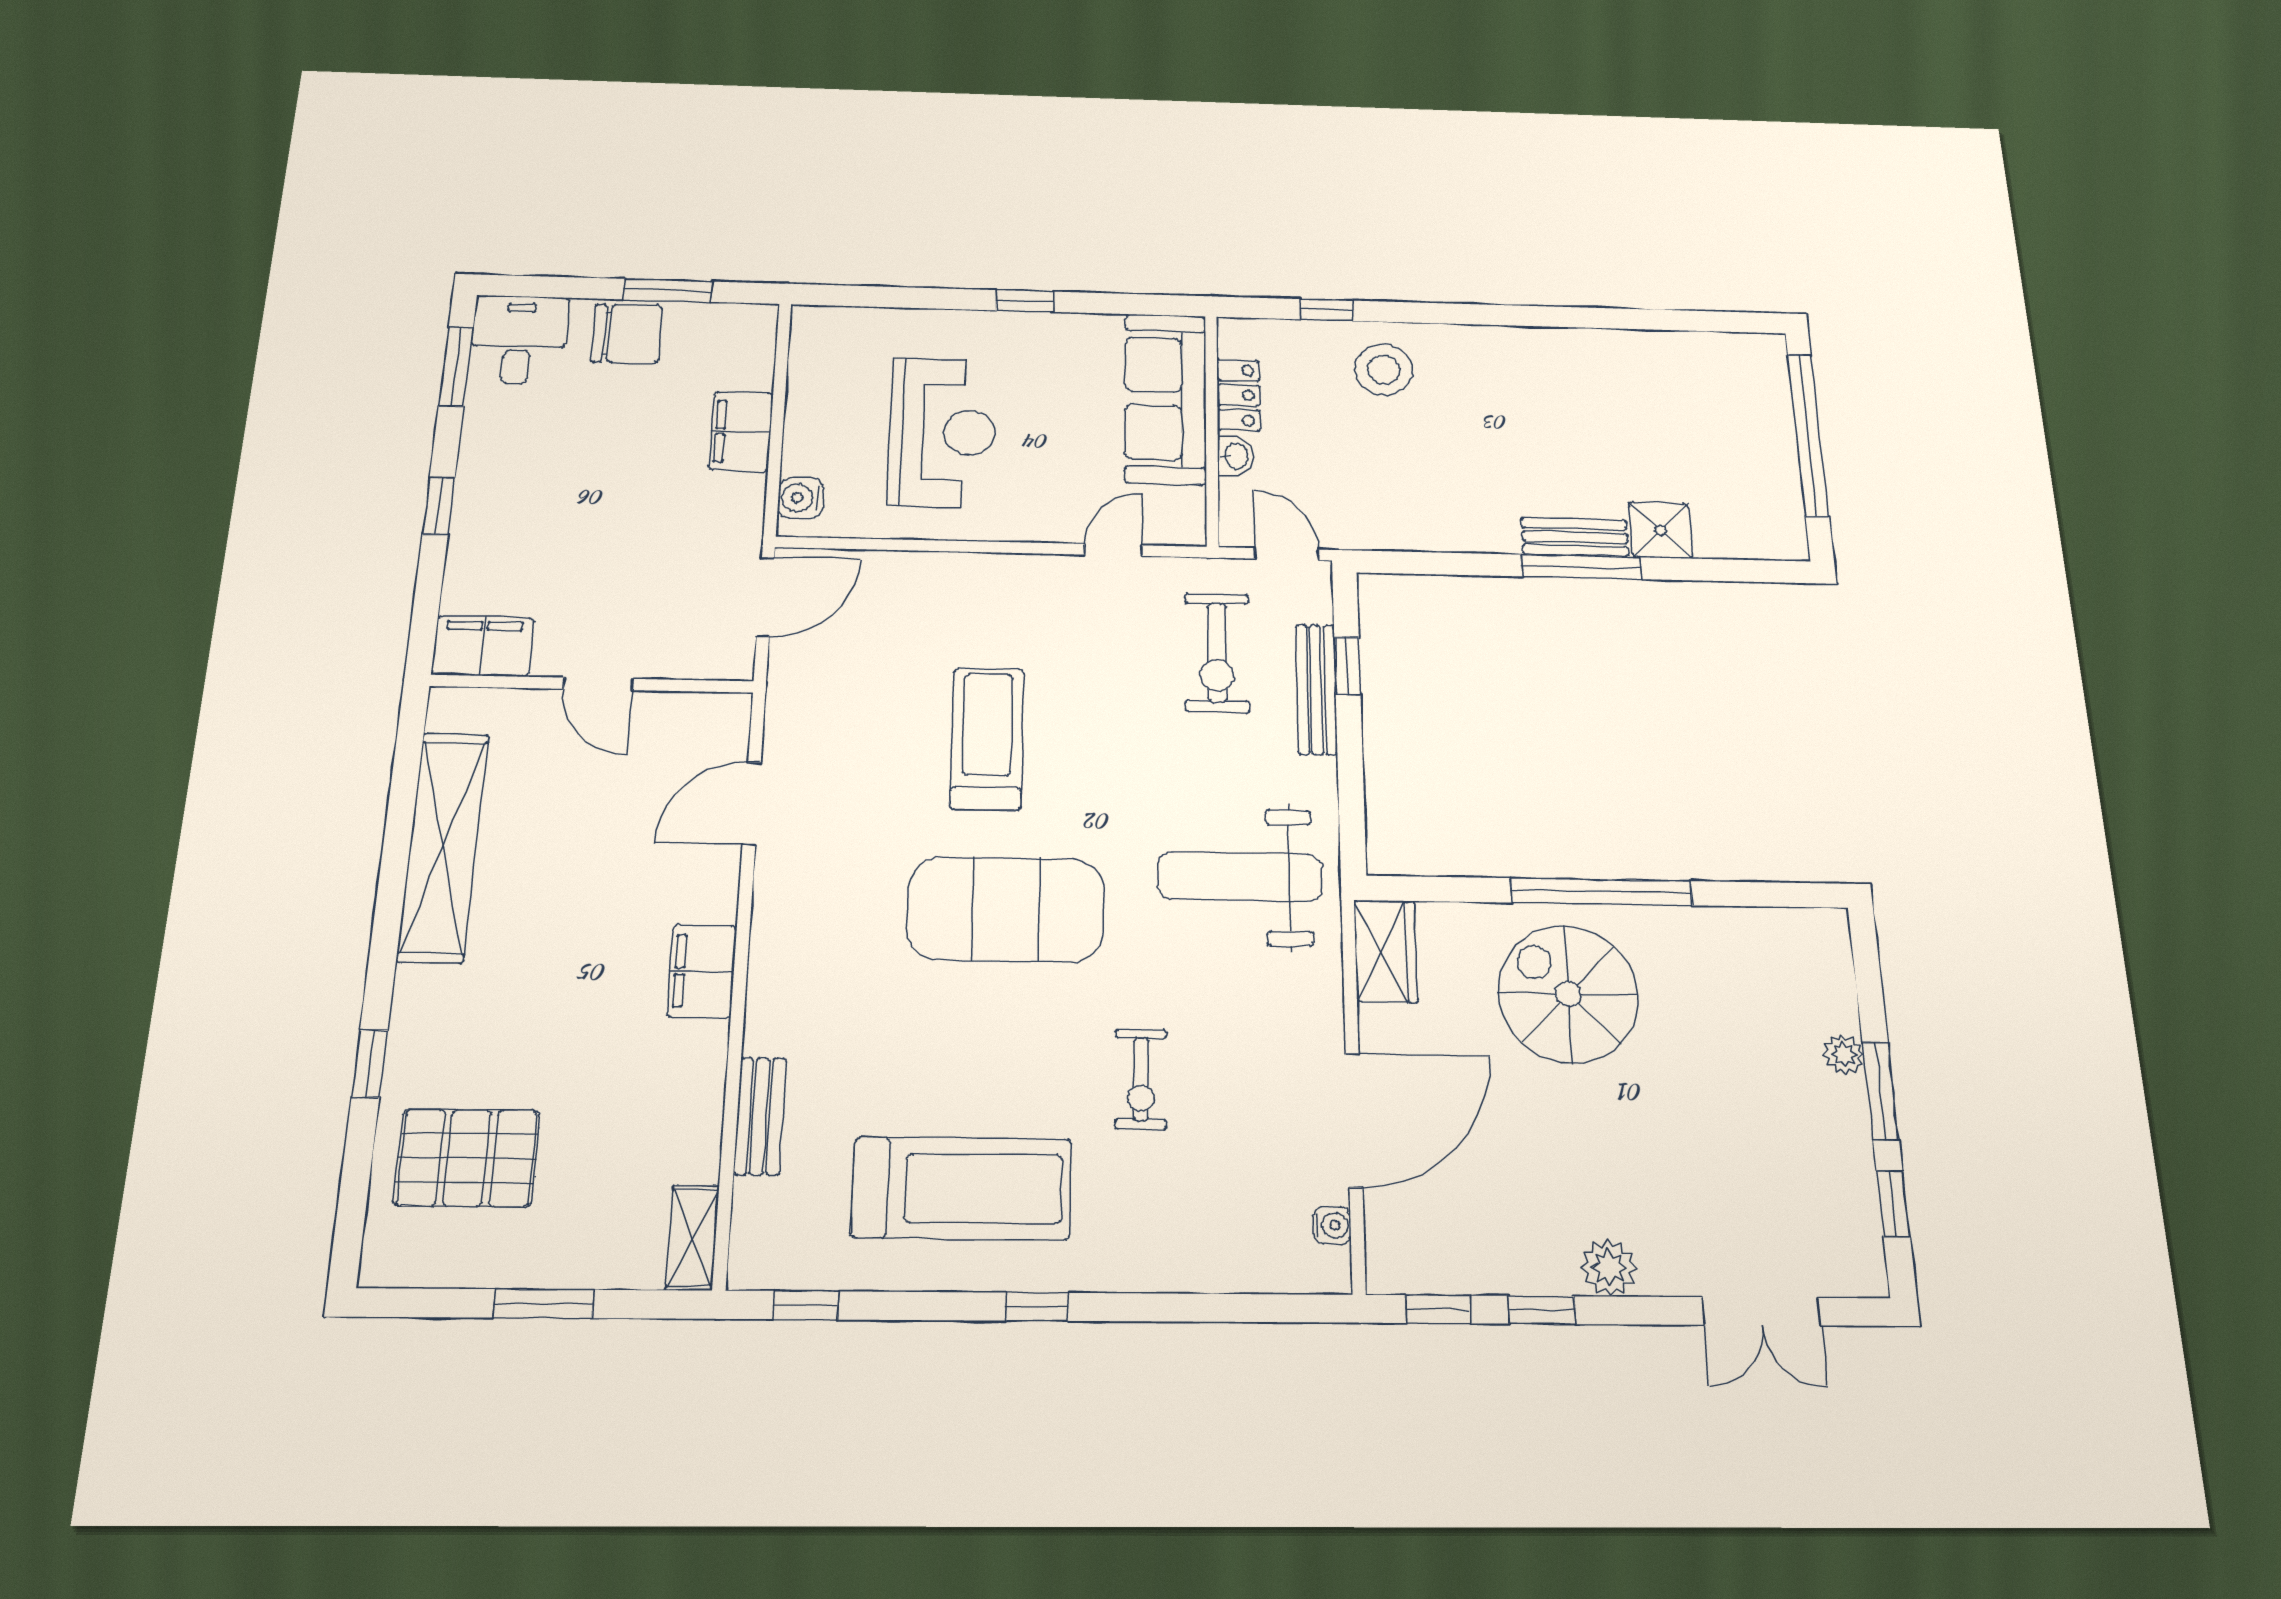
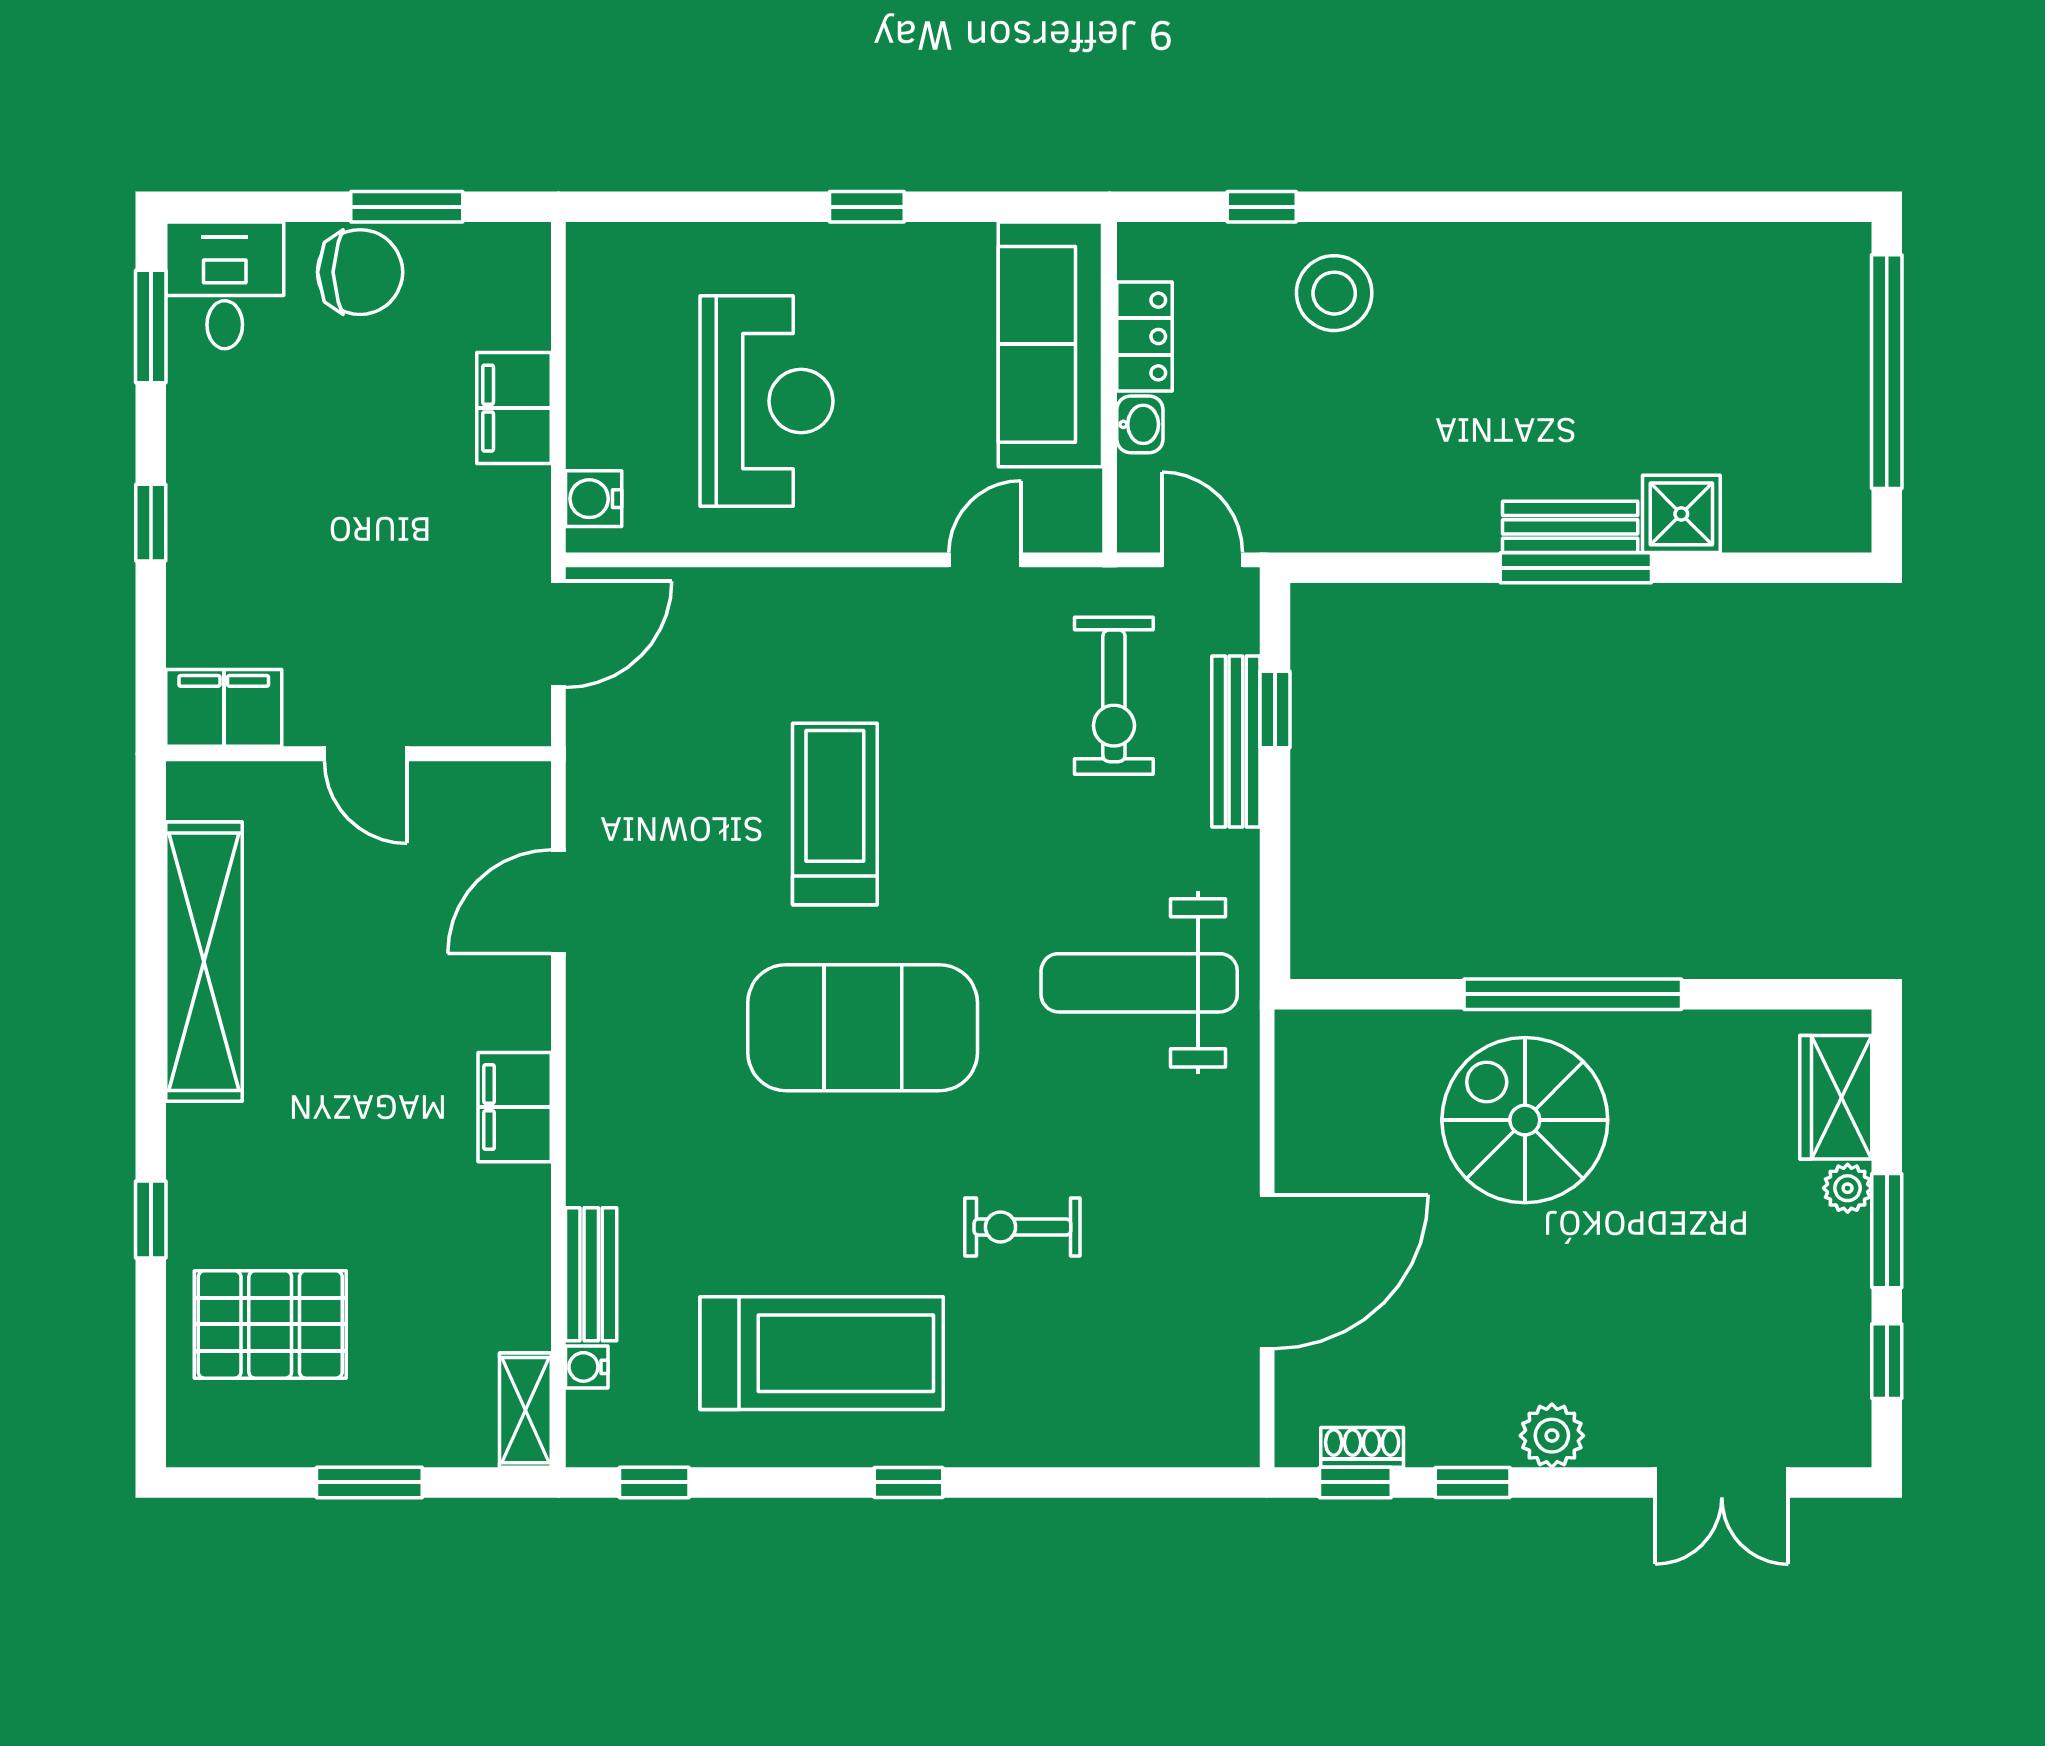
wardrobe: (1386, 951) -> (1836, 1097), moved, turned 180
exercise bike: (1141, 1079) -> (1022, 1227), turned 90
water cooler: (1332, 1225) -> (587, 1367), moved, turned 180
shoe rack: (1443, 1277) -> (1362, 1447), added

